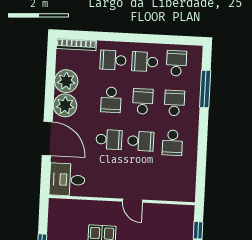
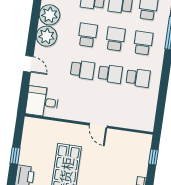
school desk: (111, 100) -> (88, 35), turned 180
door: (47, 139) -> (28, 64), width x0.53
school desk: (172, 143) -> (138, 78), turned -90

